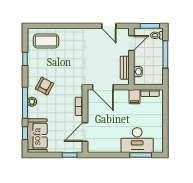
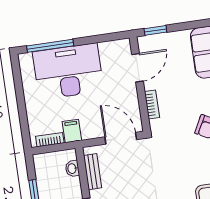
desk: (137, 140) -> (68, 71), width x1.36, depth x1.30
window: (141, 155) -> (50, 46), width x1.44

